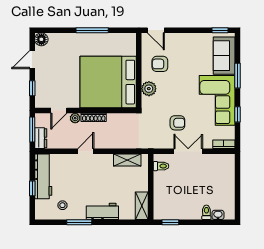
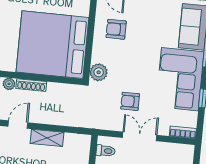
plant: (149, 89) -> (99, 72), moved
armchair: (177, 123) -> (130, 101), turned 180
shelving: (127, 160) -> (47, 138), moved

